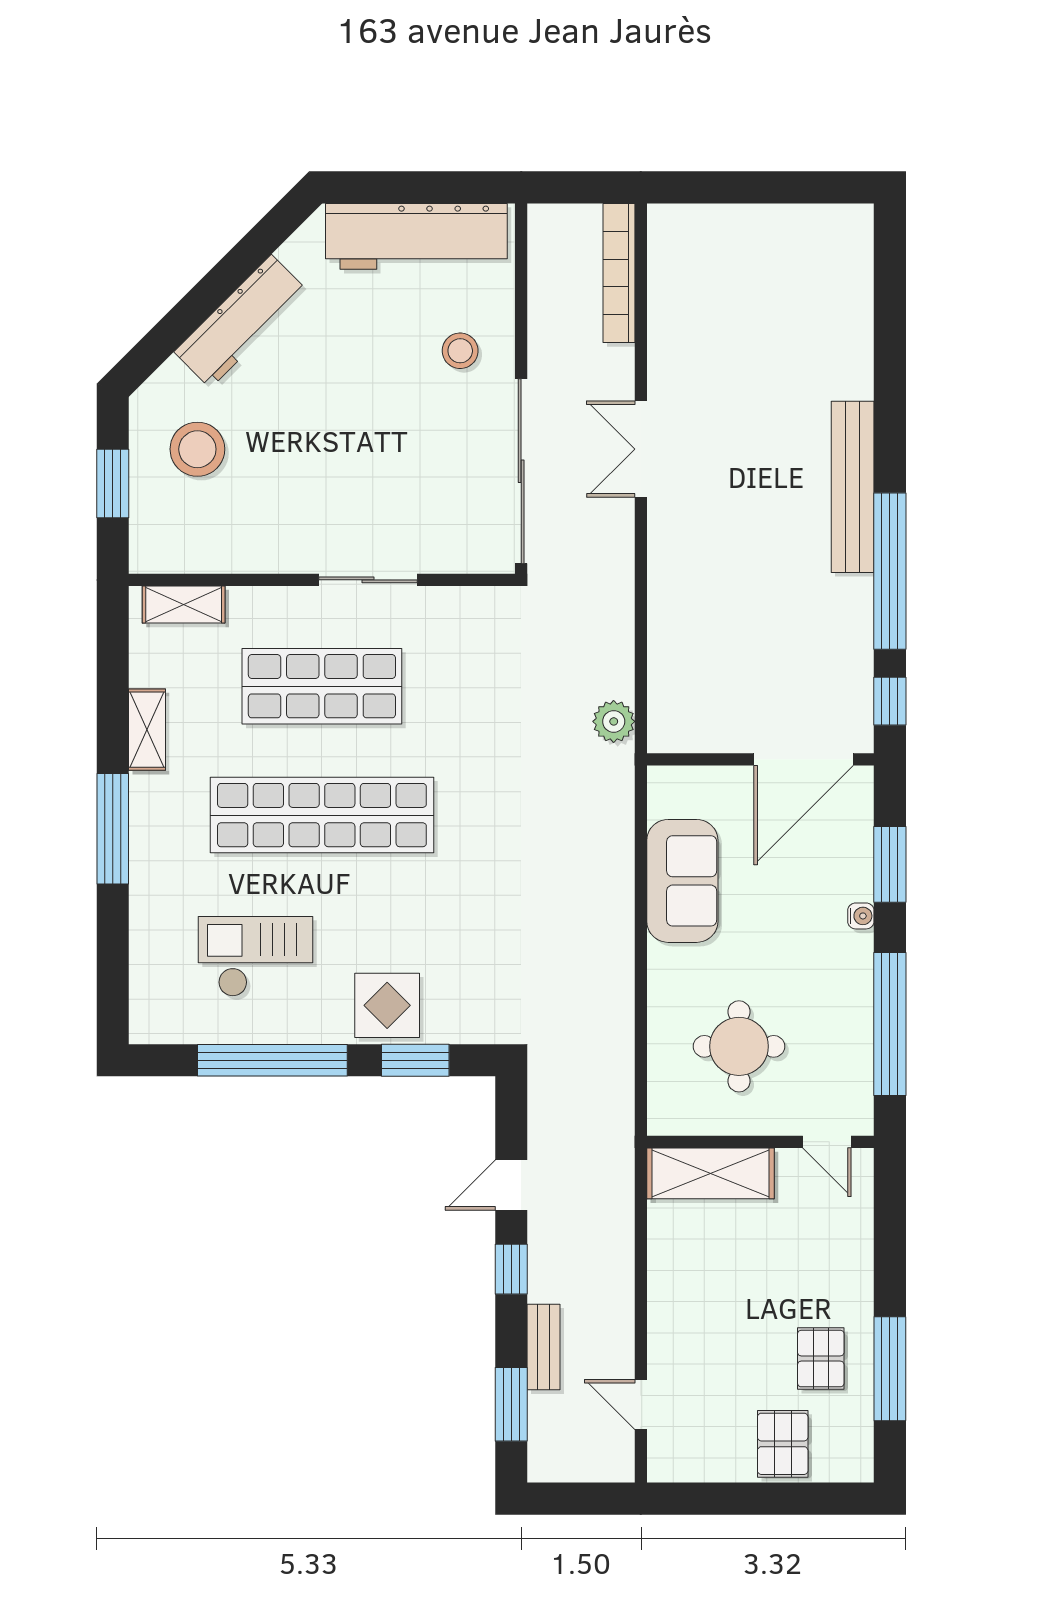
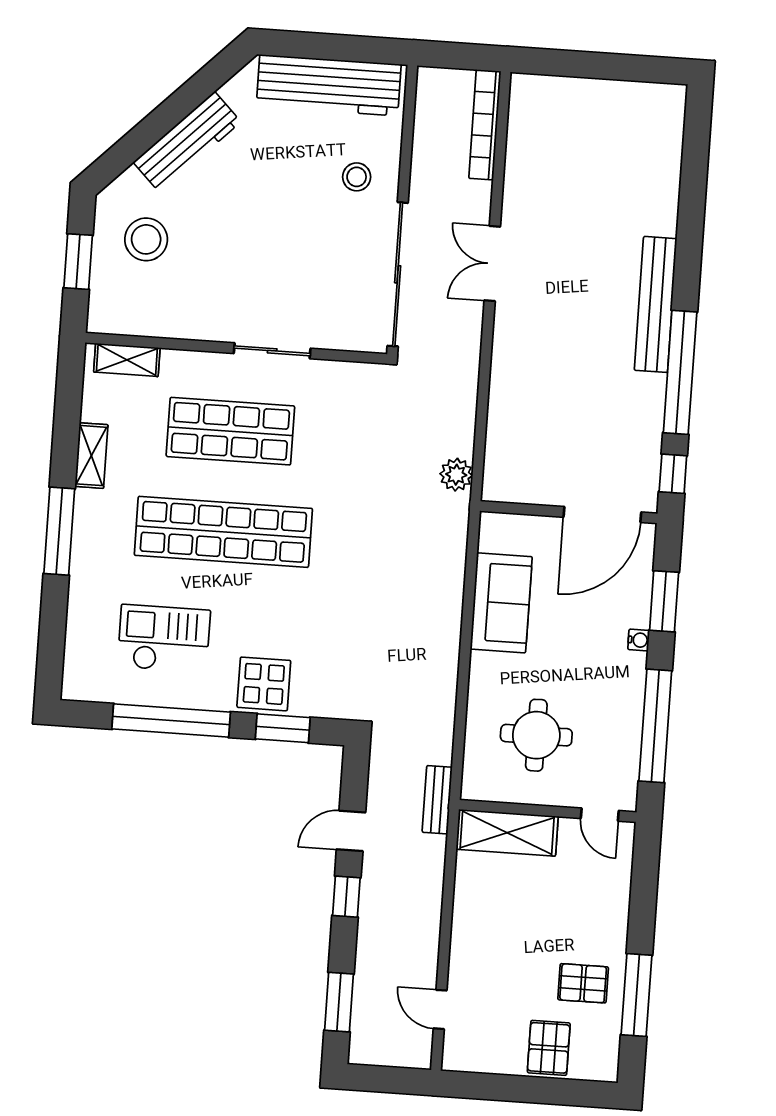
bench: (544, 1347) -> (437, 800), moved
pallet: (821, 1359) -> (583, 983), turned 90

